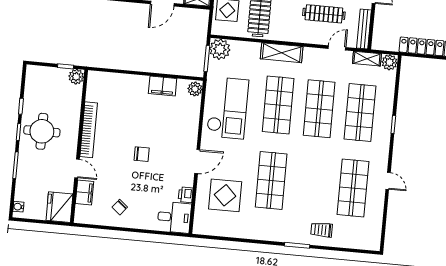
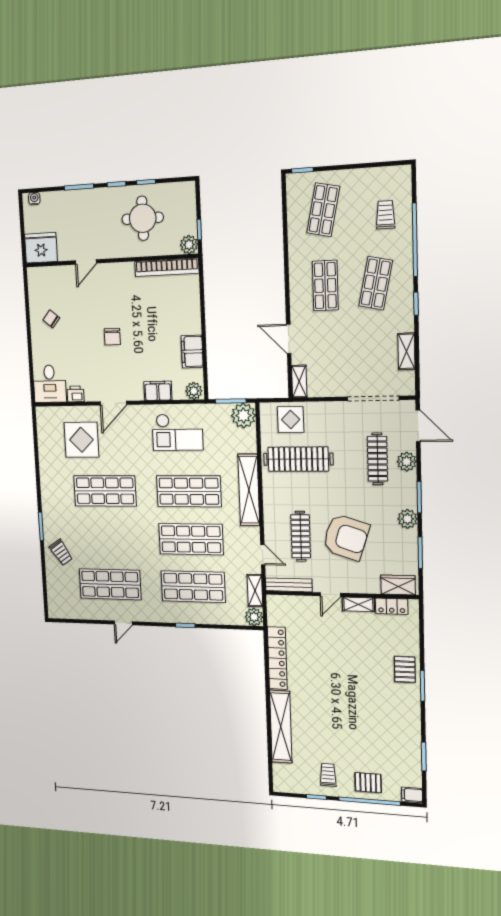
shelving: (282, 53) -> (249, 490), width x1.47
checkout: (228, 108) -> (177, 432), width x0.73, depth x0.83
bookcase: (89, 130) -> (167, 267), moved
round table: (42, 131) -> (143, 218), moved
door: (197, 161) -> (113, 403), hinge flipped
filing cabinet: (85, 192) -> (158, 391), moved, turned 180
trolley: (322, 230) -> (61, 552), turned 146

